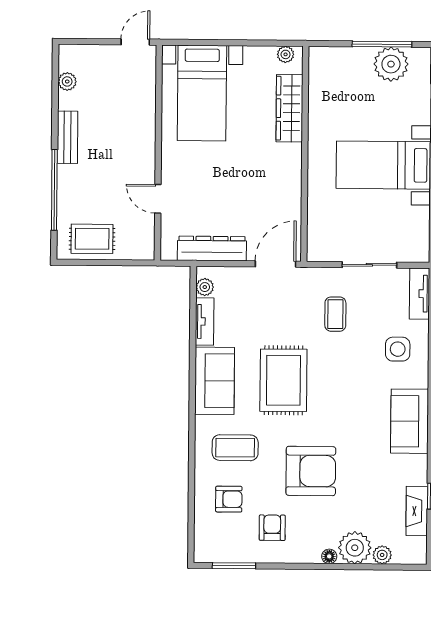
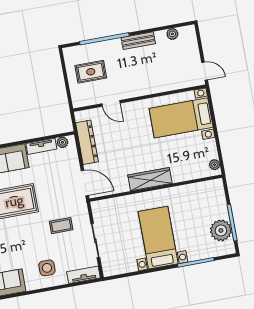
wardrobe: (289, 108) -> (150, 179), moved
door: (158, 199) -> (111, 103), swing flipped
rug: (92, 239) -> (91, 72), moved, turned 90

